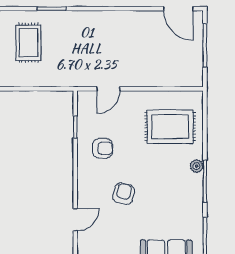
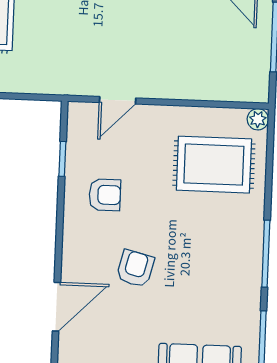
plant: (197, 166) -> (258, 119), moved
door: (75, 220) -> (56, 307), width x1.38

